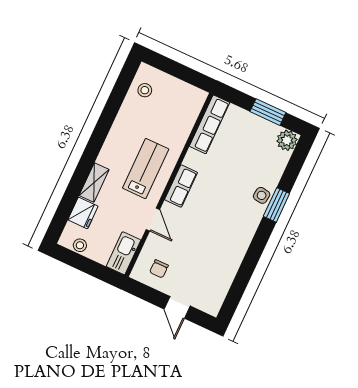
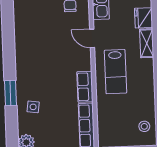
row of seats: (181, 186) -> (85, 87), moved
side table: (262, 195) -> (33, 107), moved

